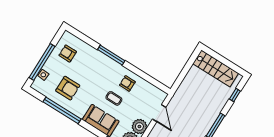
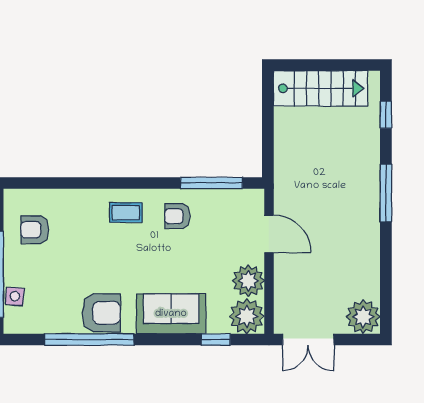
window: (111, 55) -> (211, 183), moved
armchair: (68, 88) -> (101, 313), moved
coffee table: (114, 98) -> (126, 213), moved

